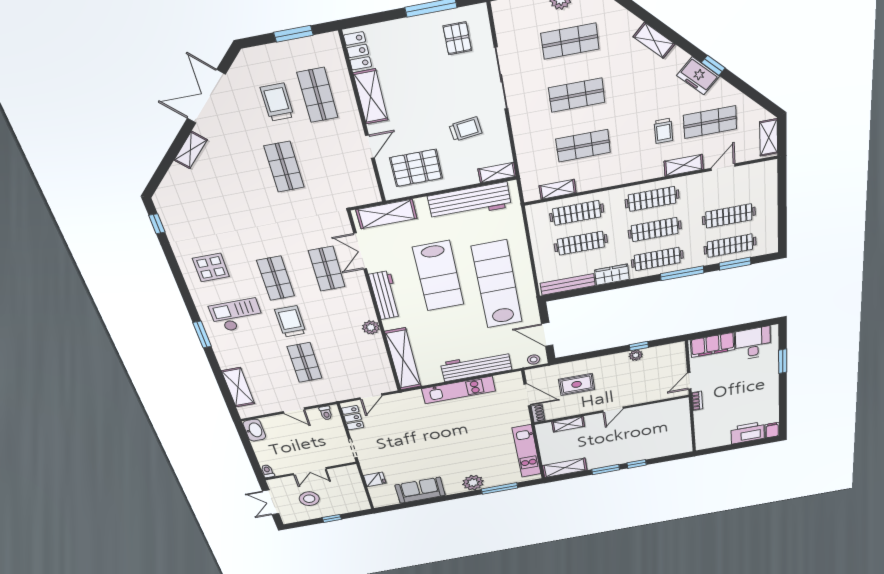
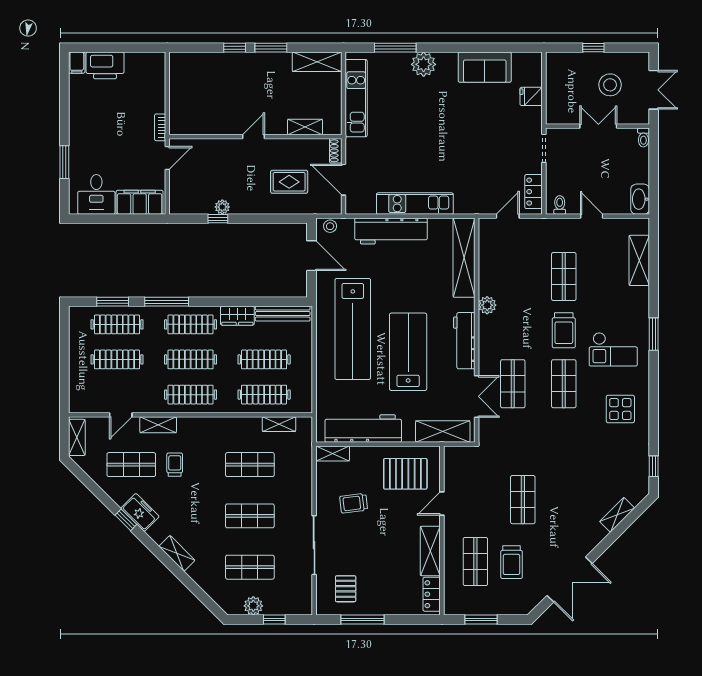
shelving: (191, 150) -> (617, 515), moved

